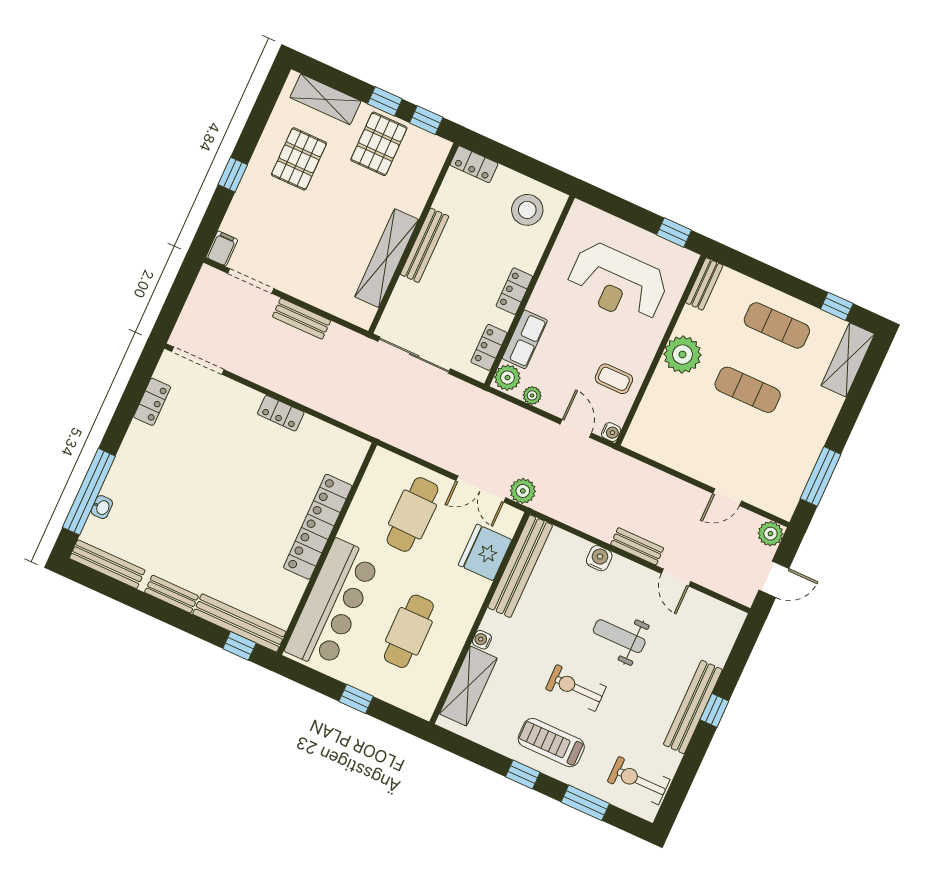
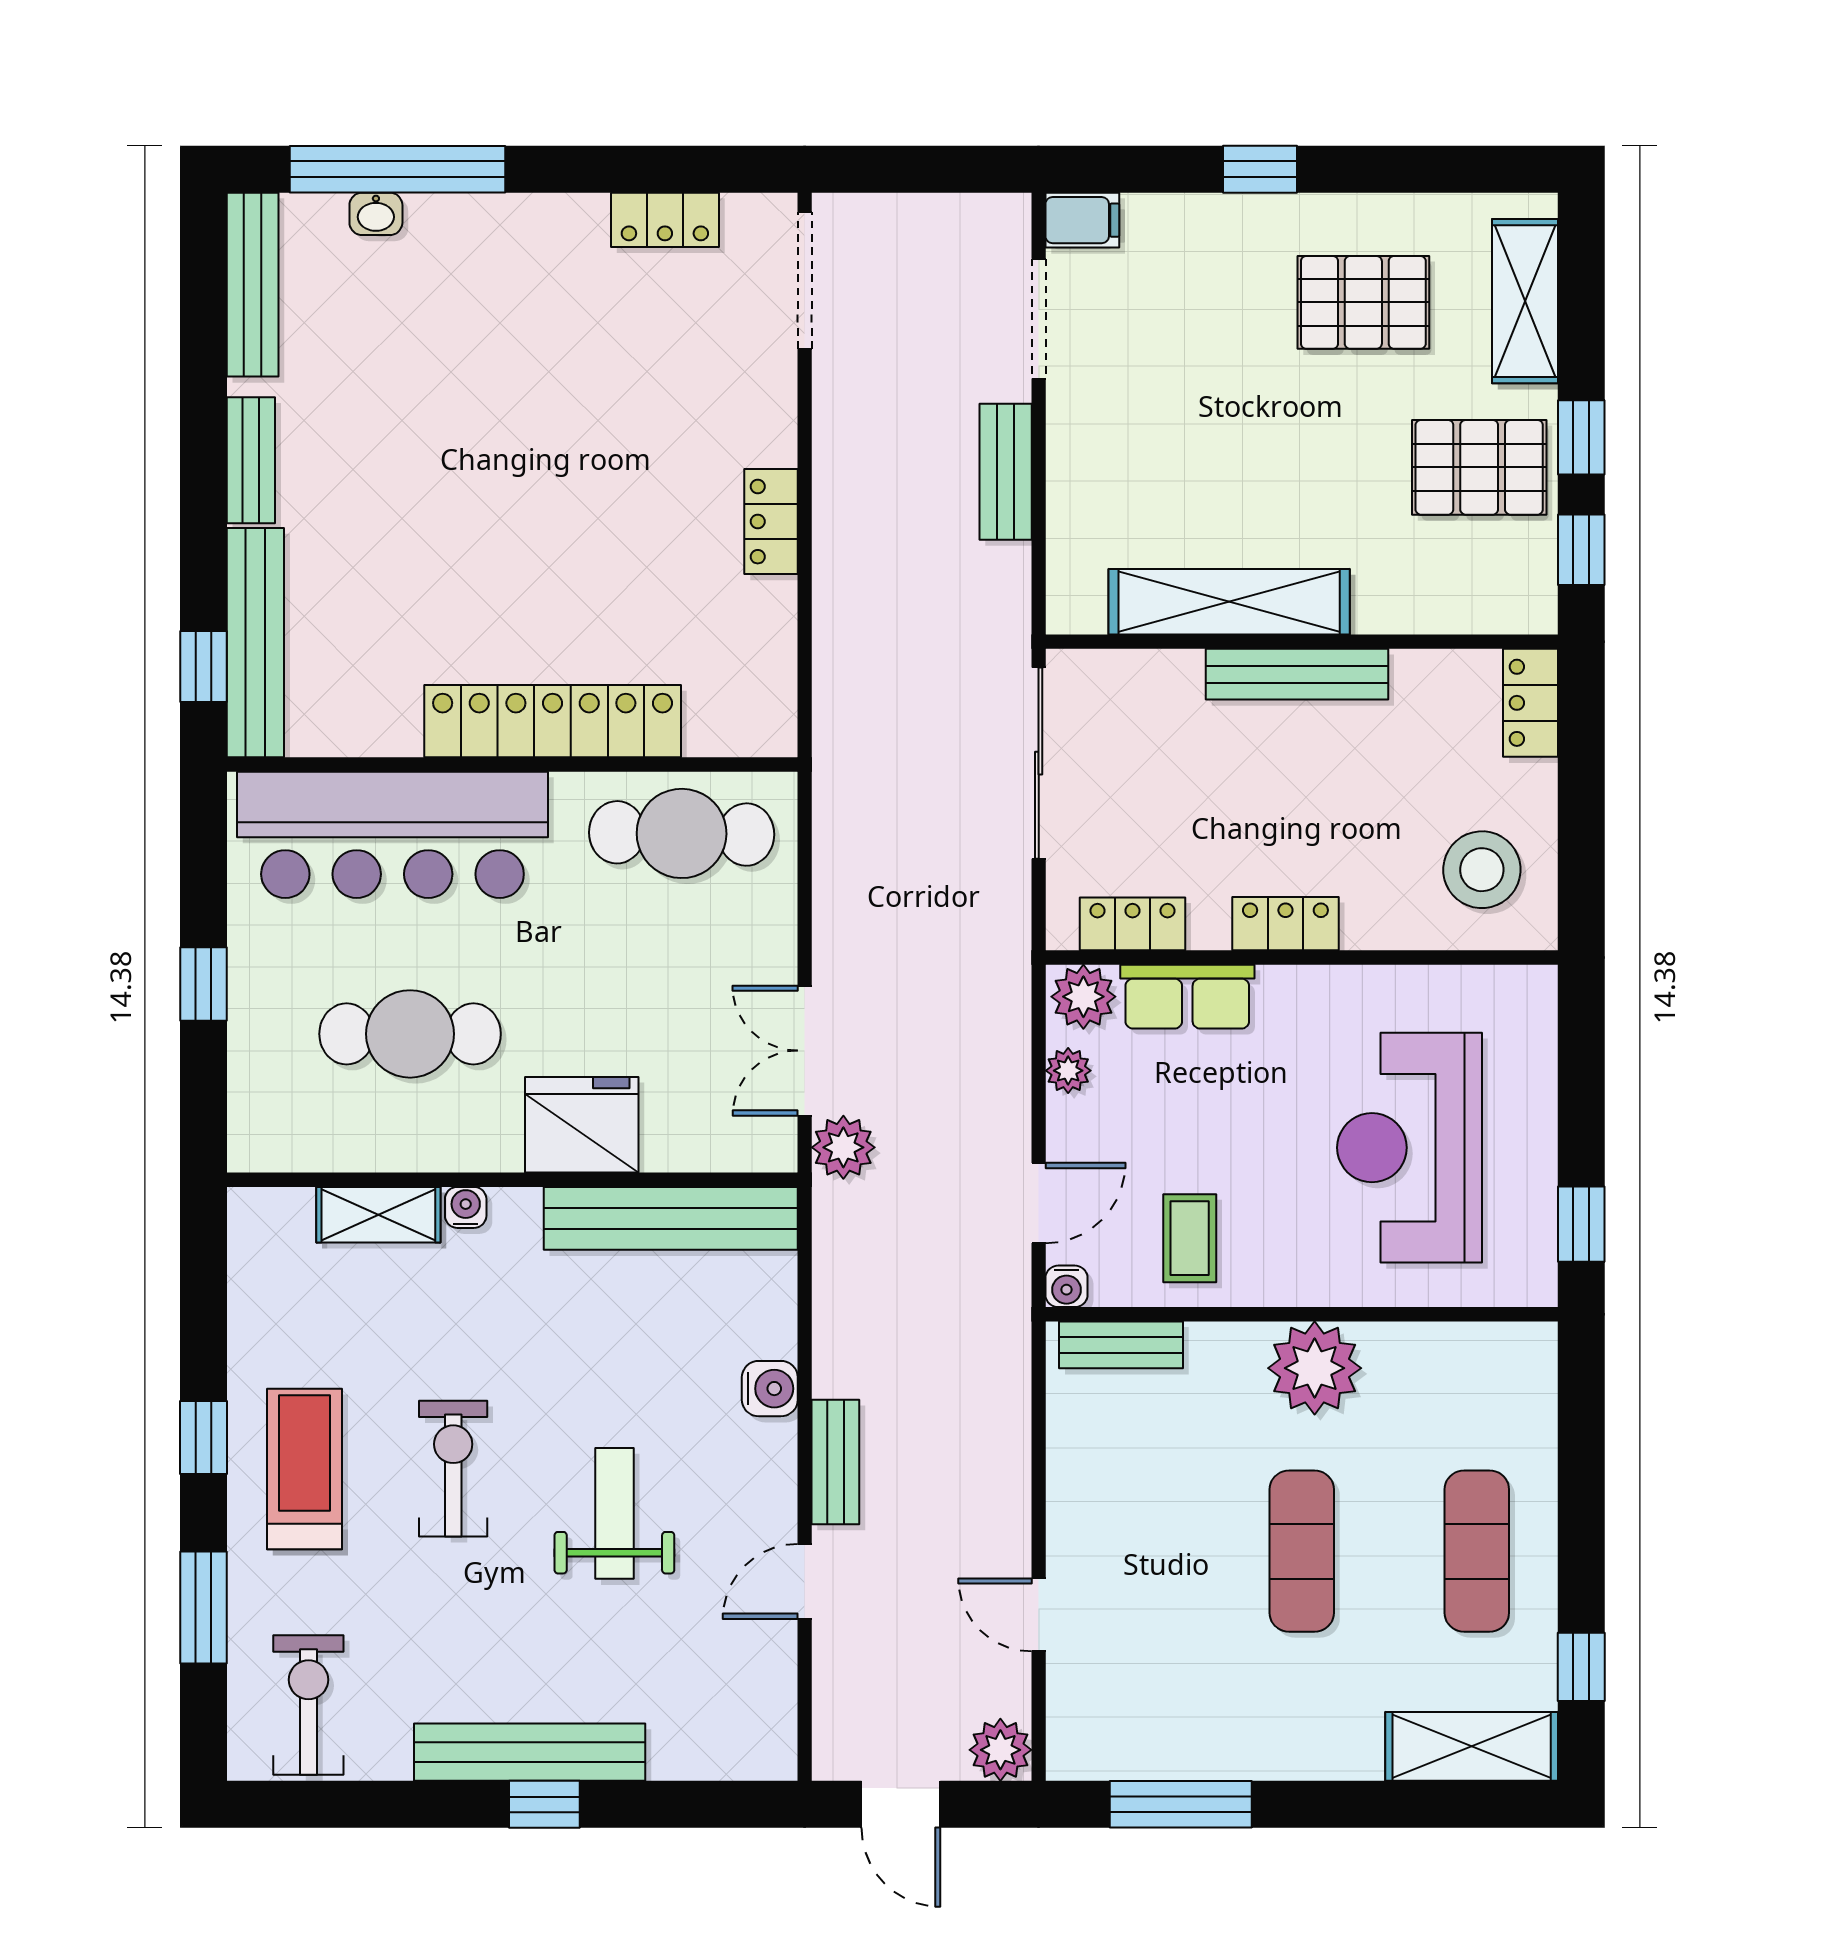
bench: (704, 284) -> (1121, 1345), moved
cafe table: (412, 515) -> (682, 833), moved
fridge: (485, 552) -> (582, 1125), moved
shelving: (468, 686) -> (378, 1215), width x0.67, depth x0.75

